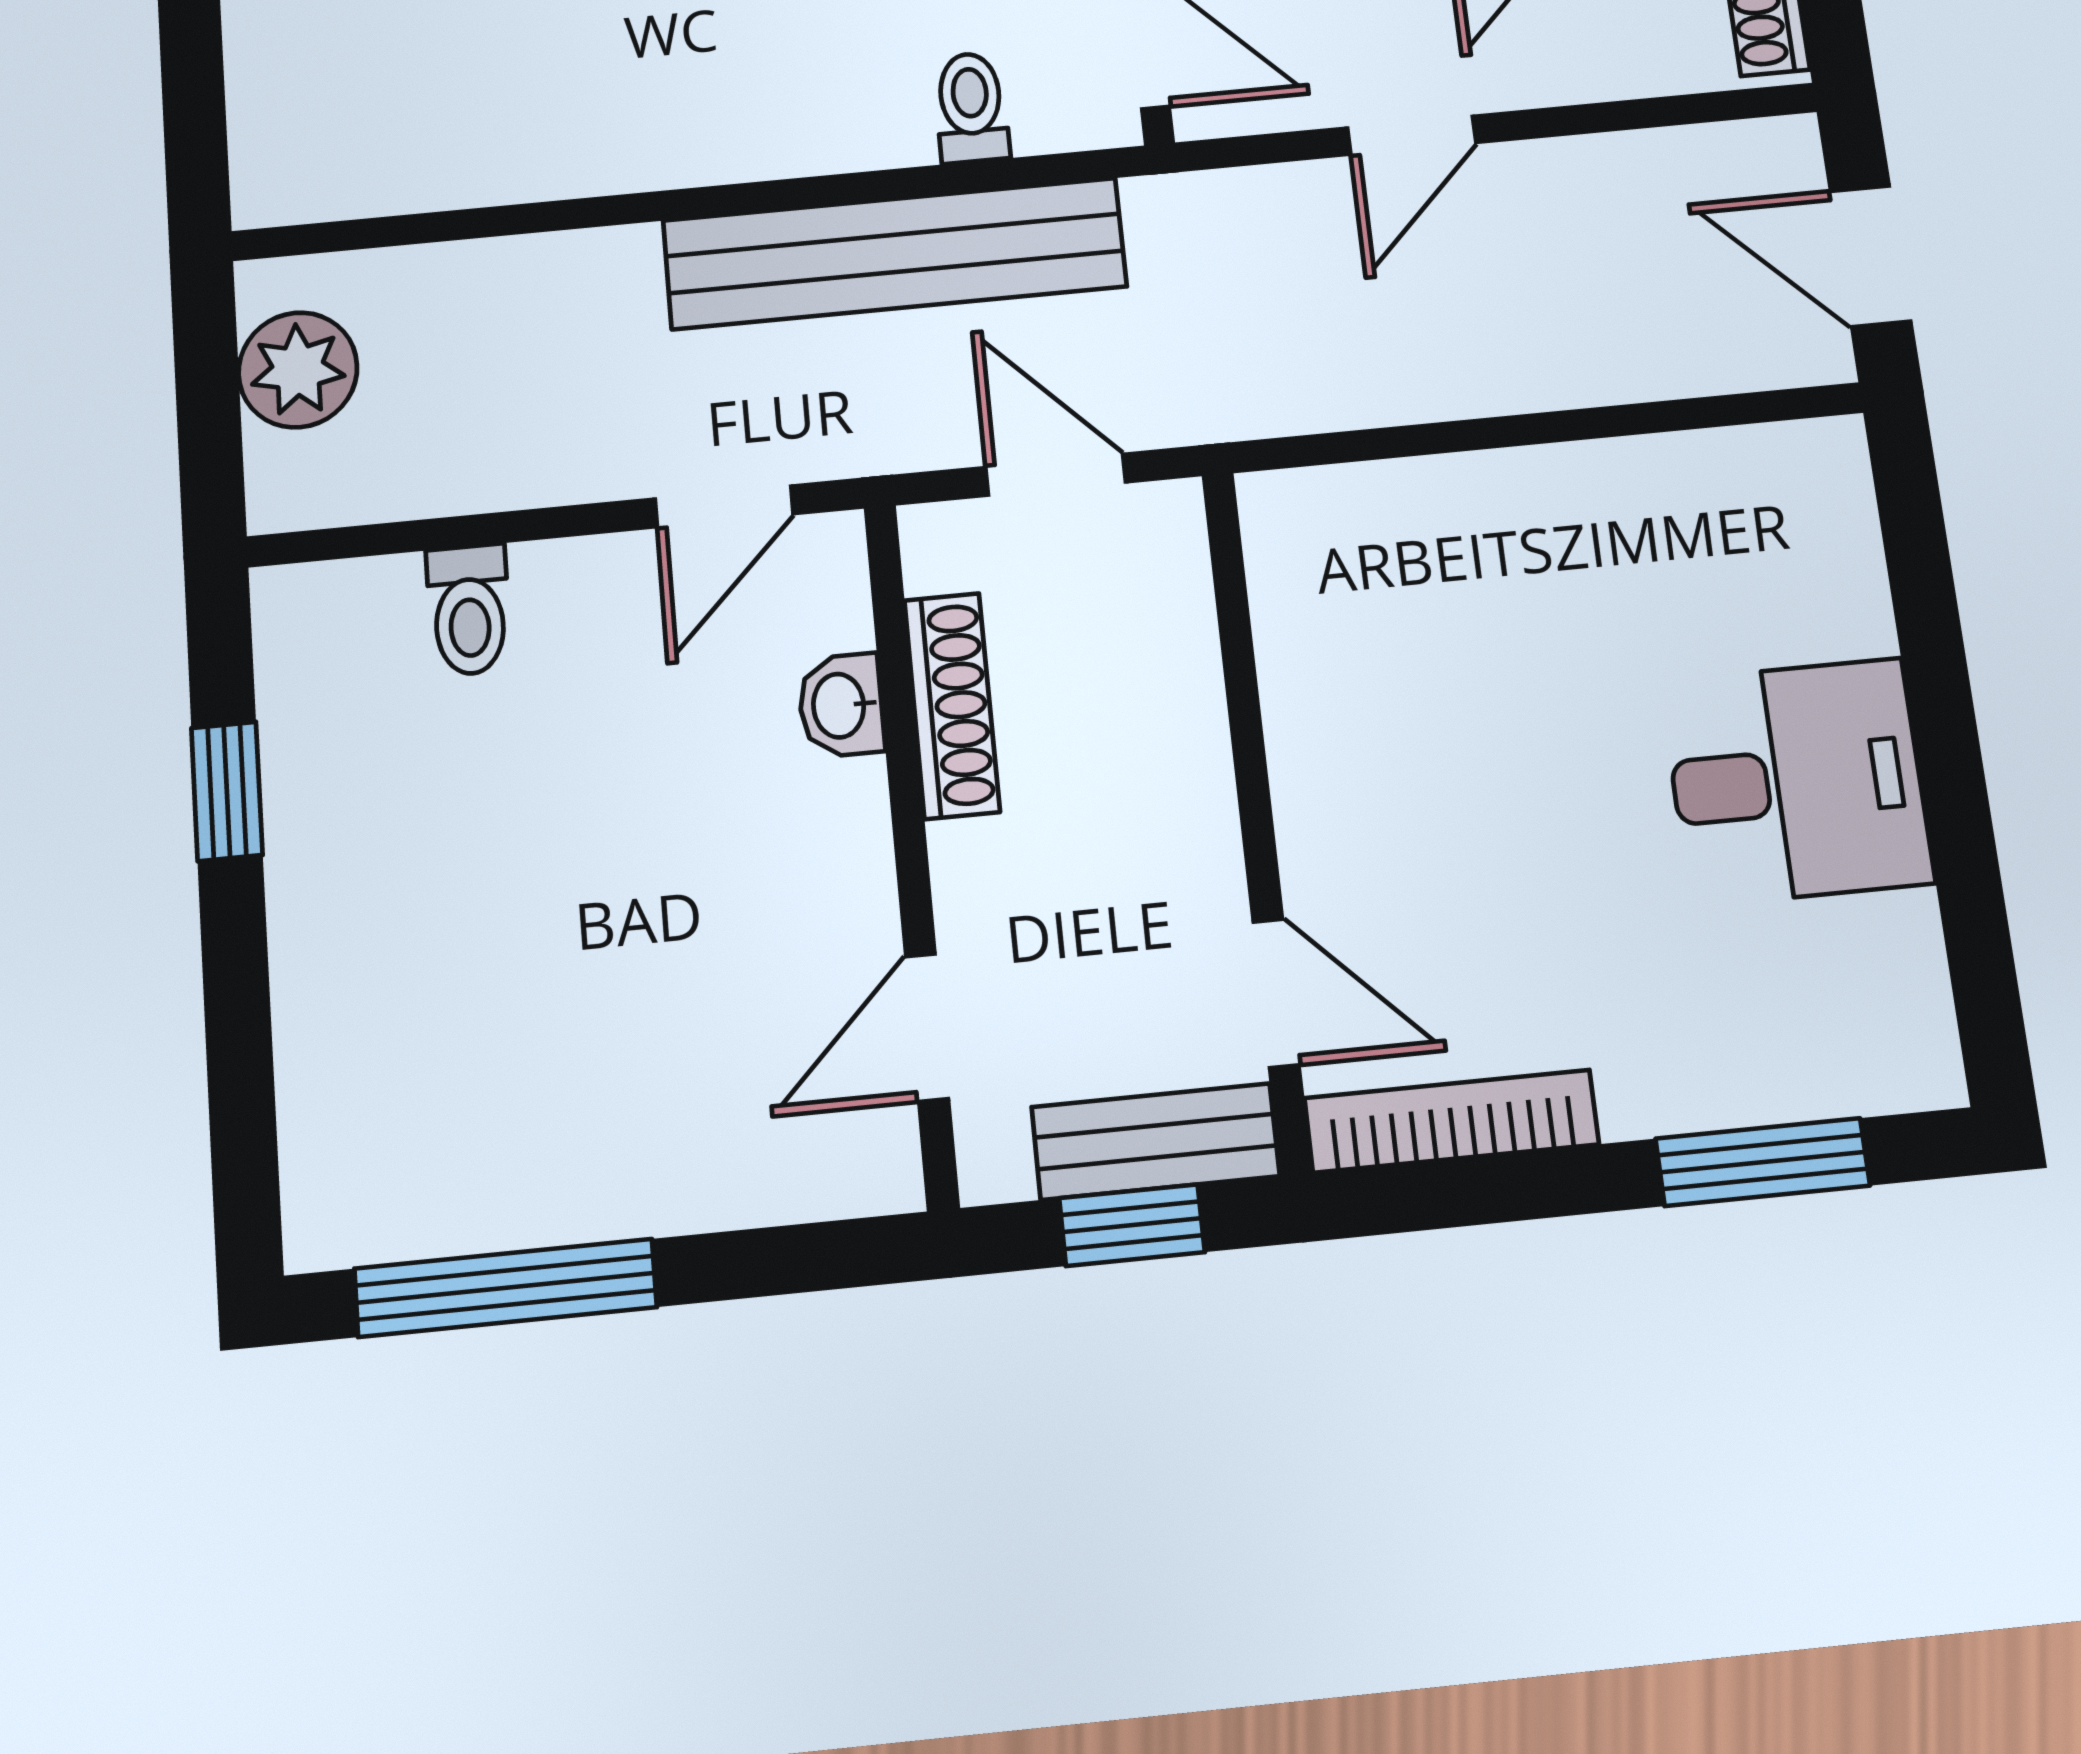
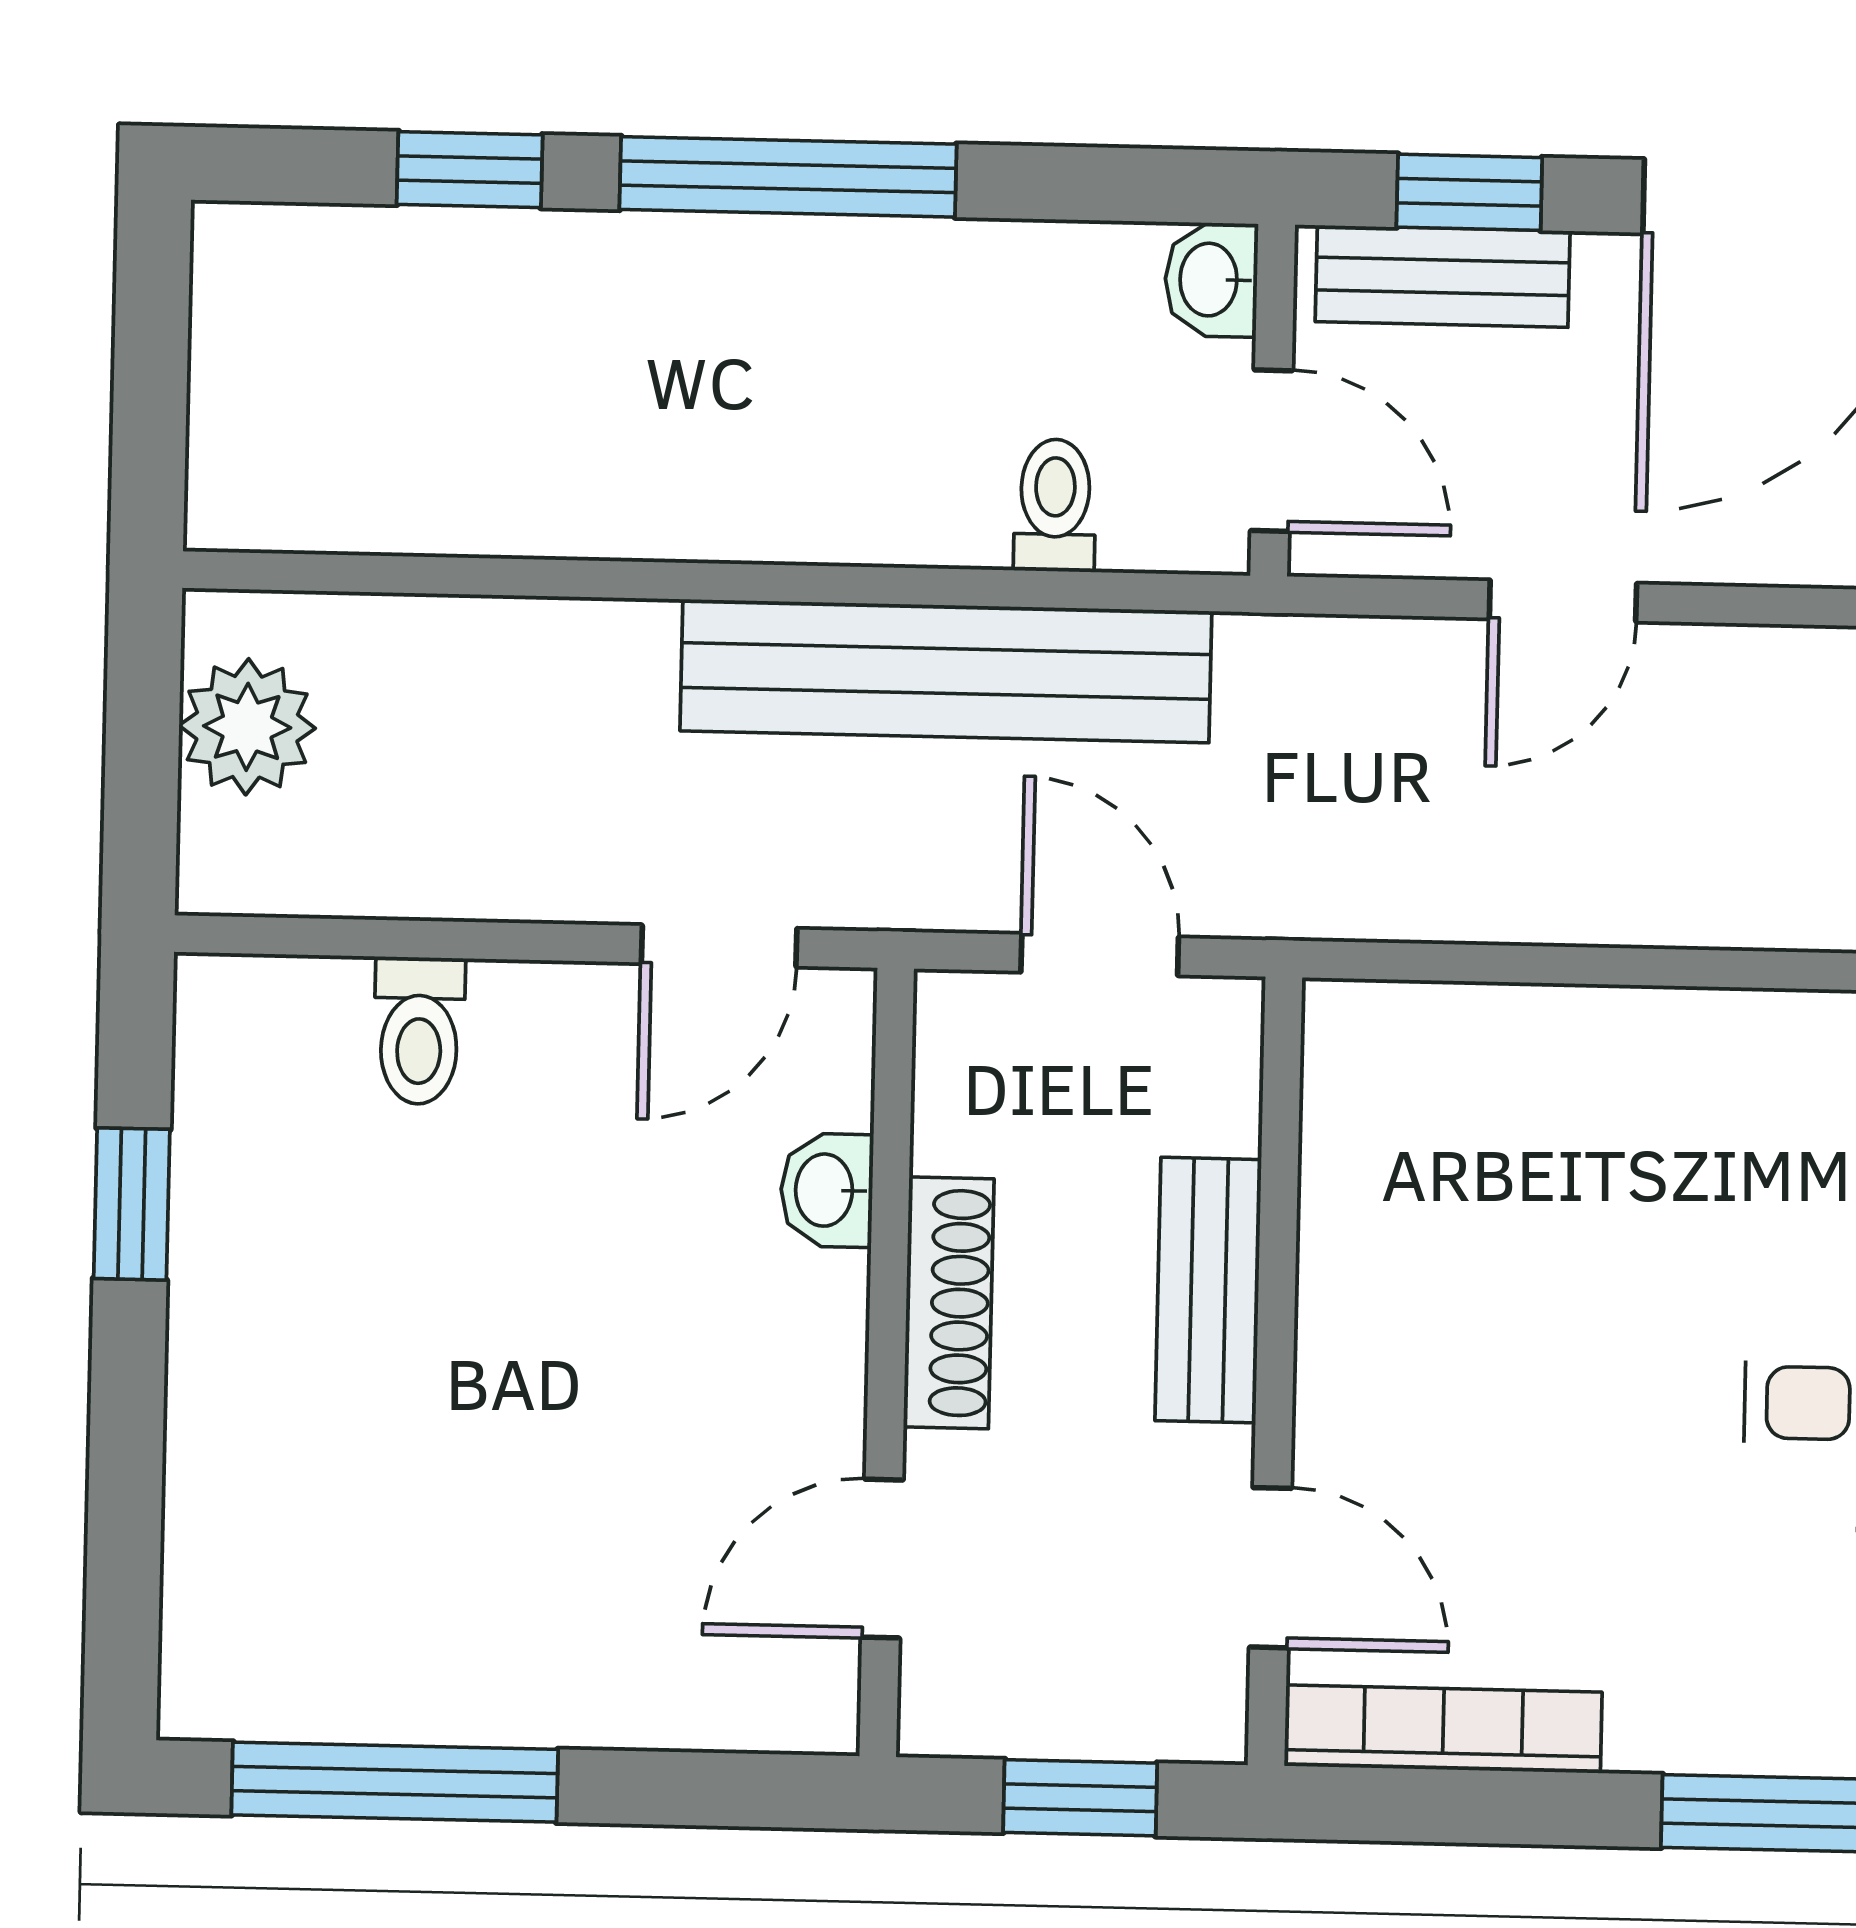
shoe rack: (952, 706) -> (949, 1303), moved
bench: (1155, 1142) -> (1208, 1290), moved, turned 90

